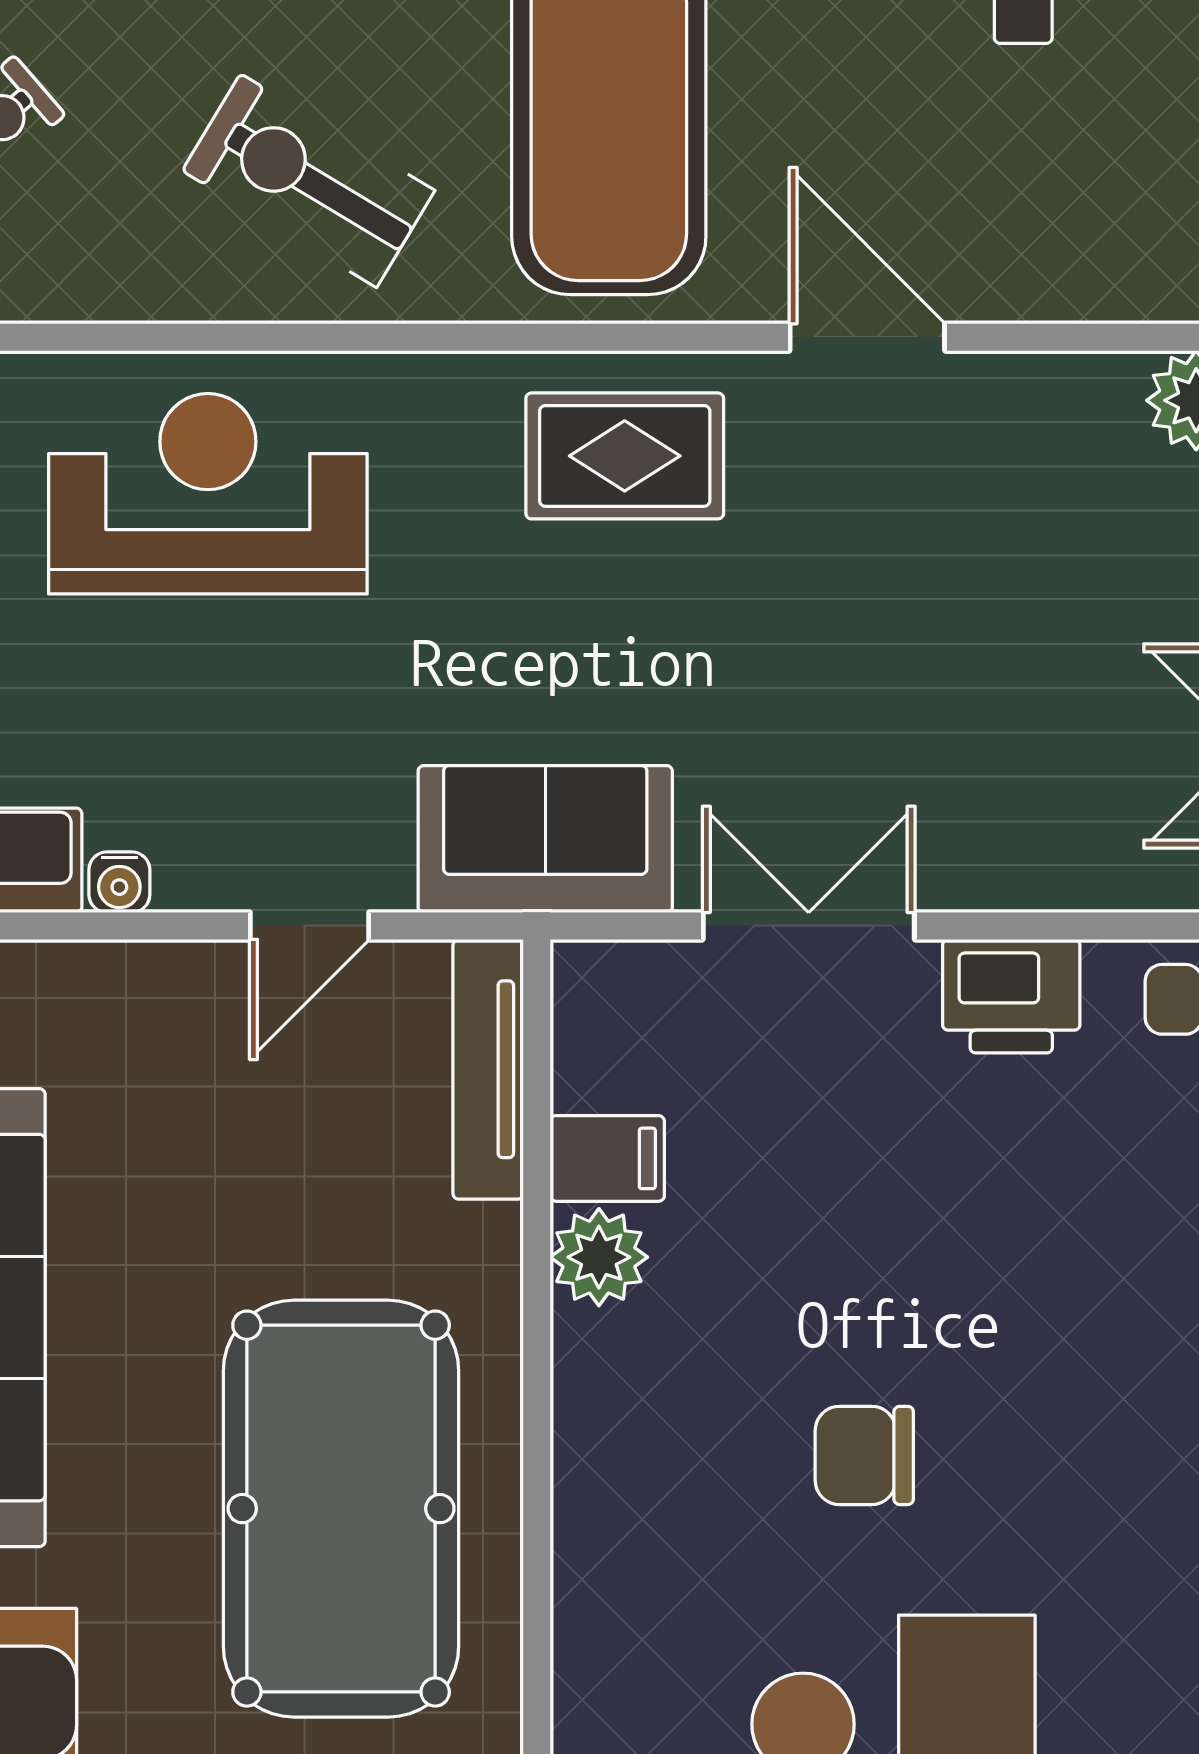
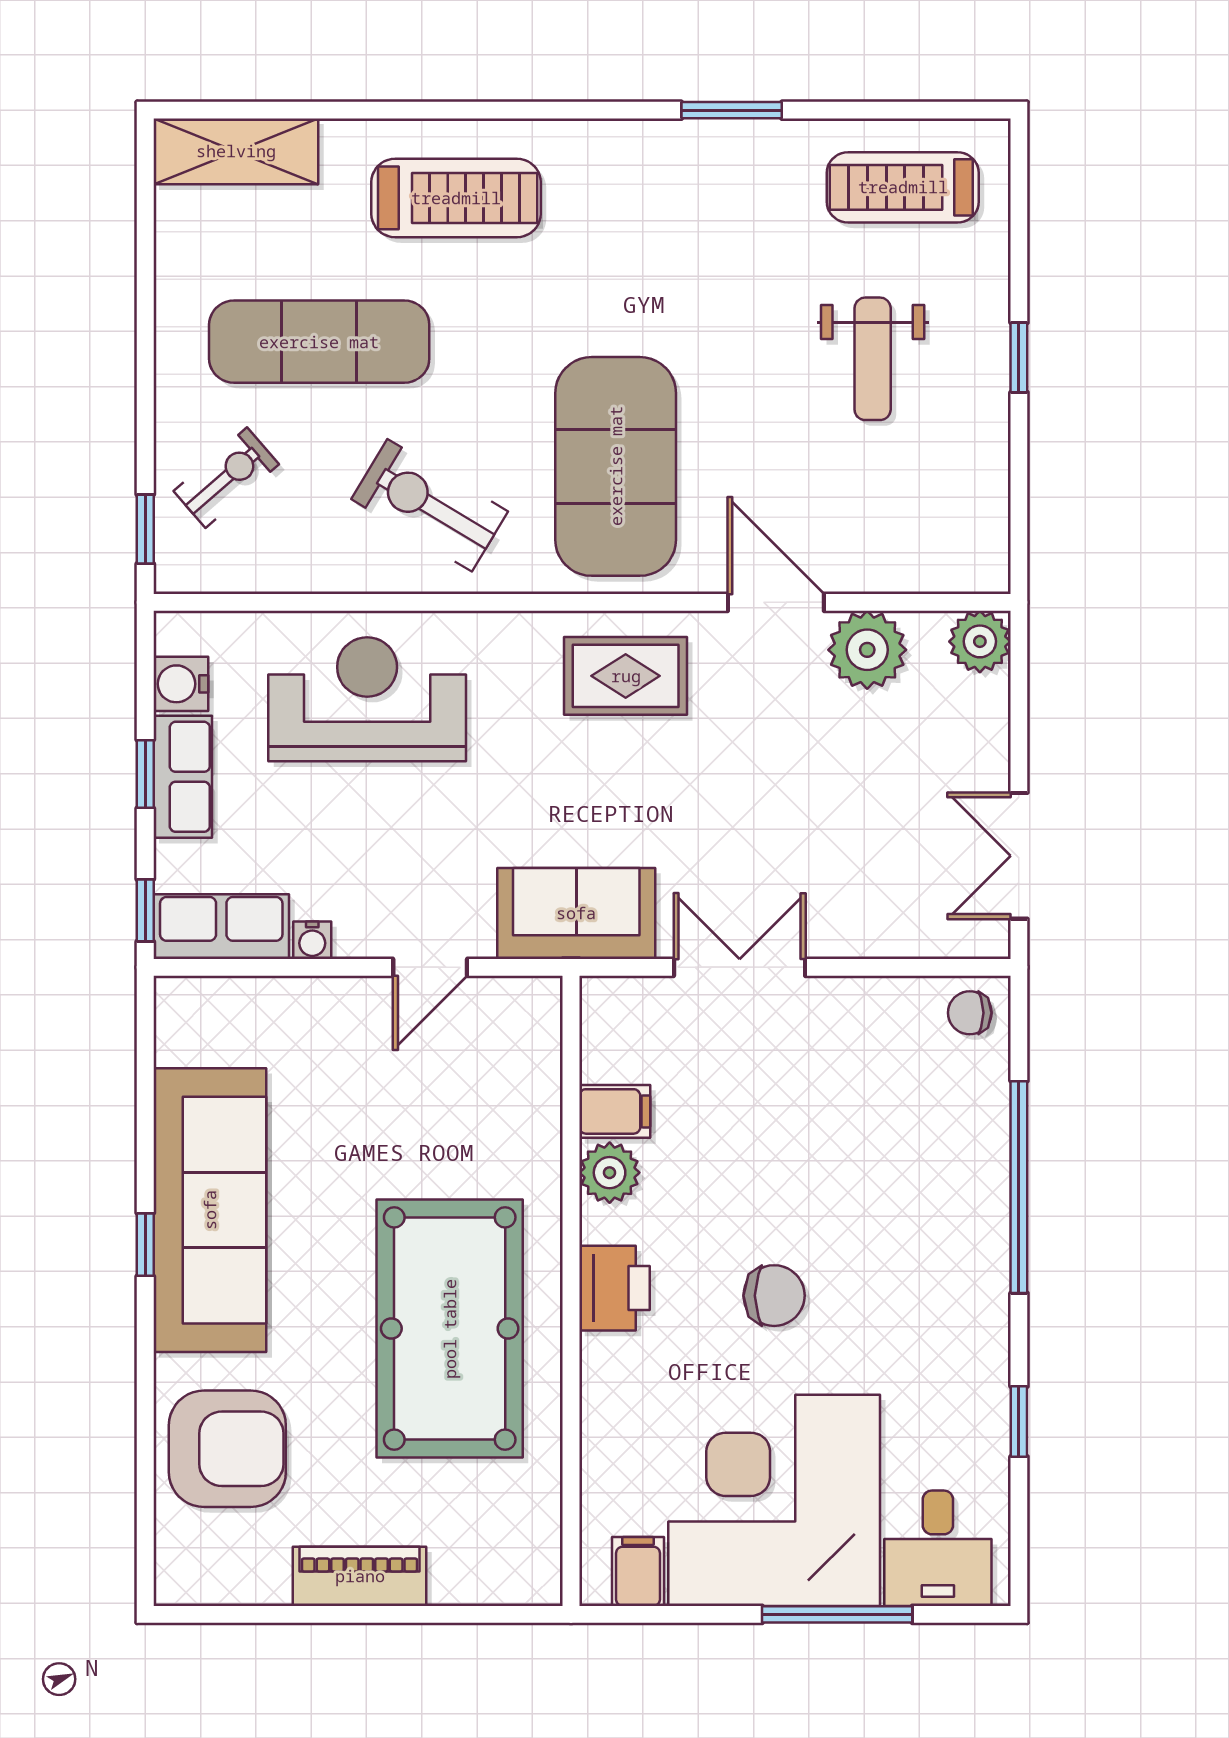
plant: (1015, 414) -> (867, 650), added
printer: (1011, 996) -> (615, 1288), moved, turned -90
tv unit: (488, 1069) -> (541, 1056), removed
chair: (864, 1455) -> (774, 1296), turned 180

